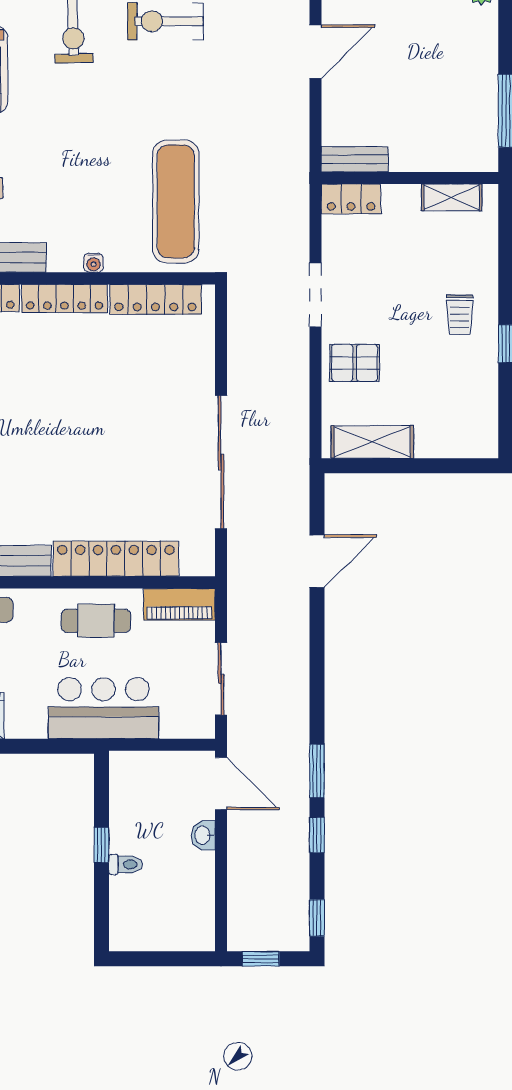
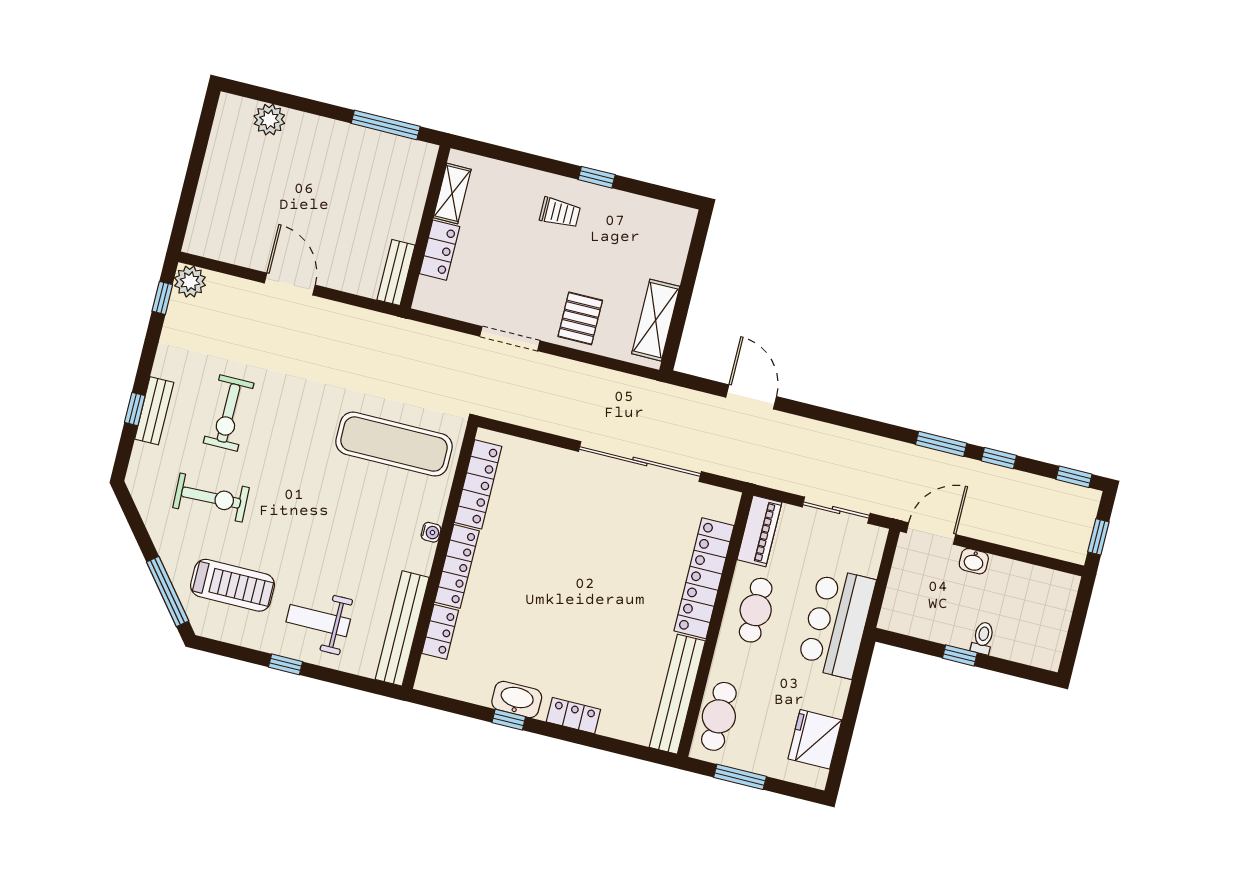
locker: (351, 199) -> (440, 250), moved

